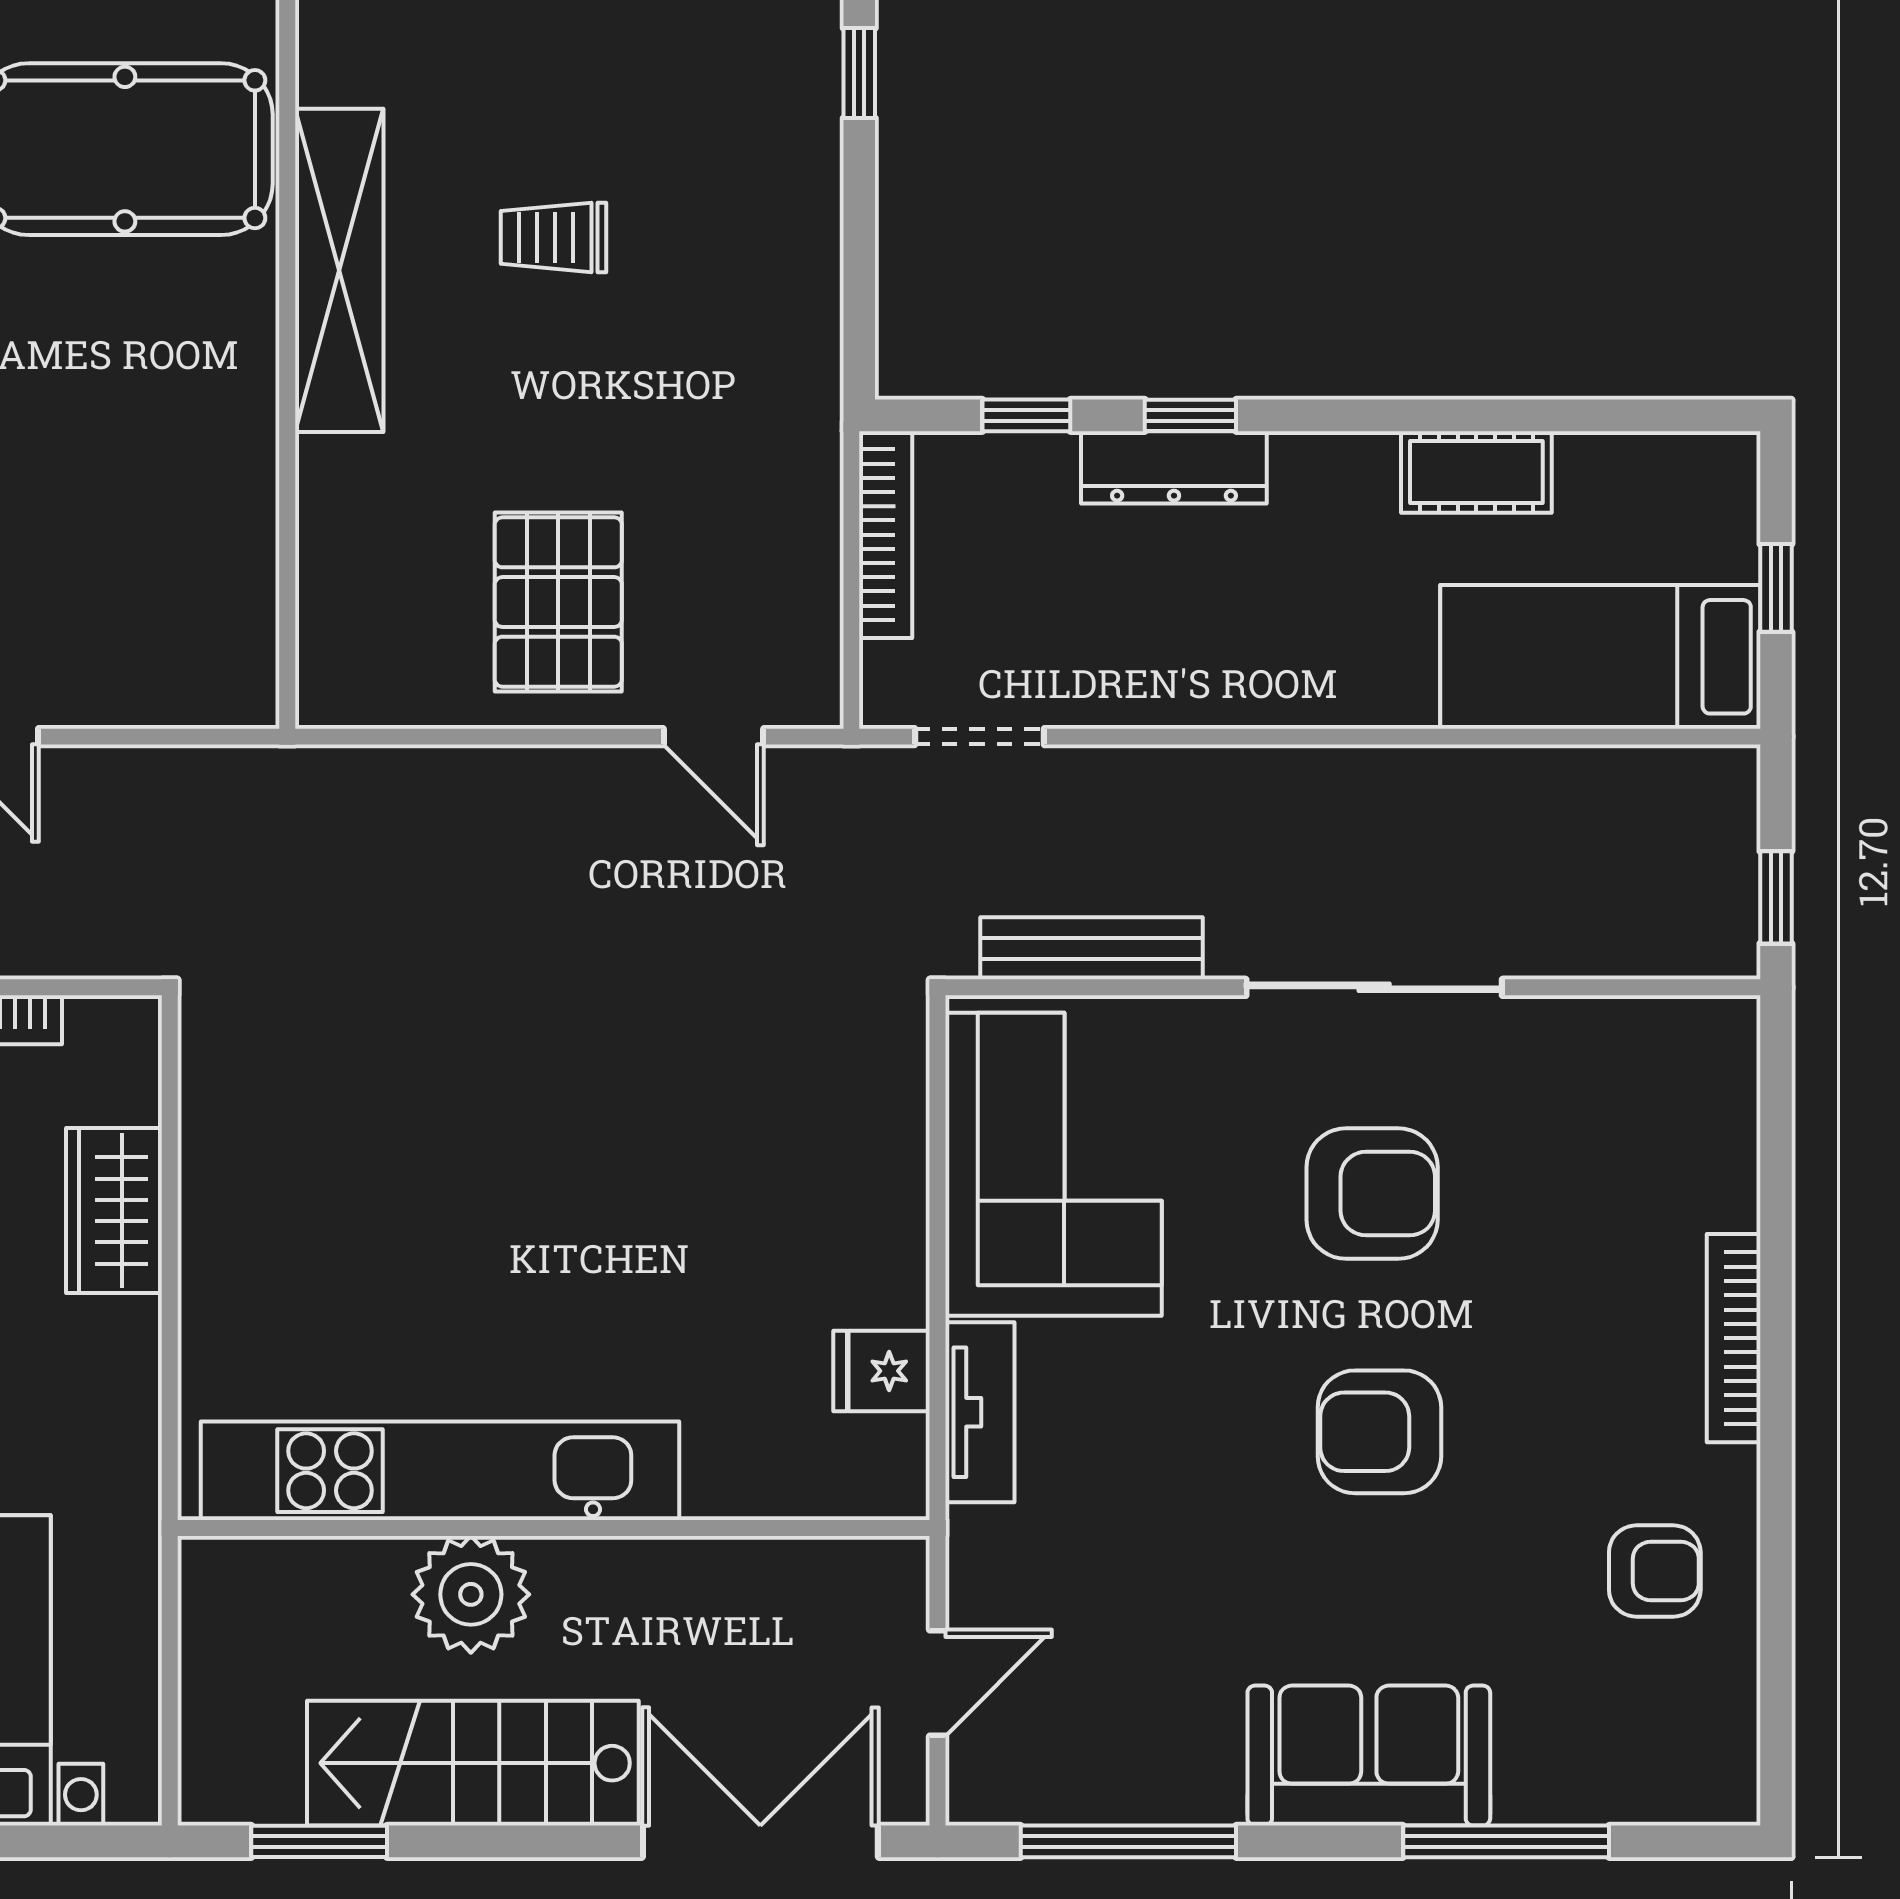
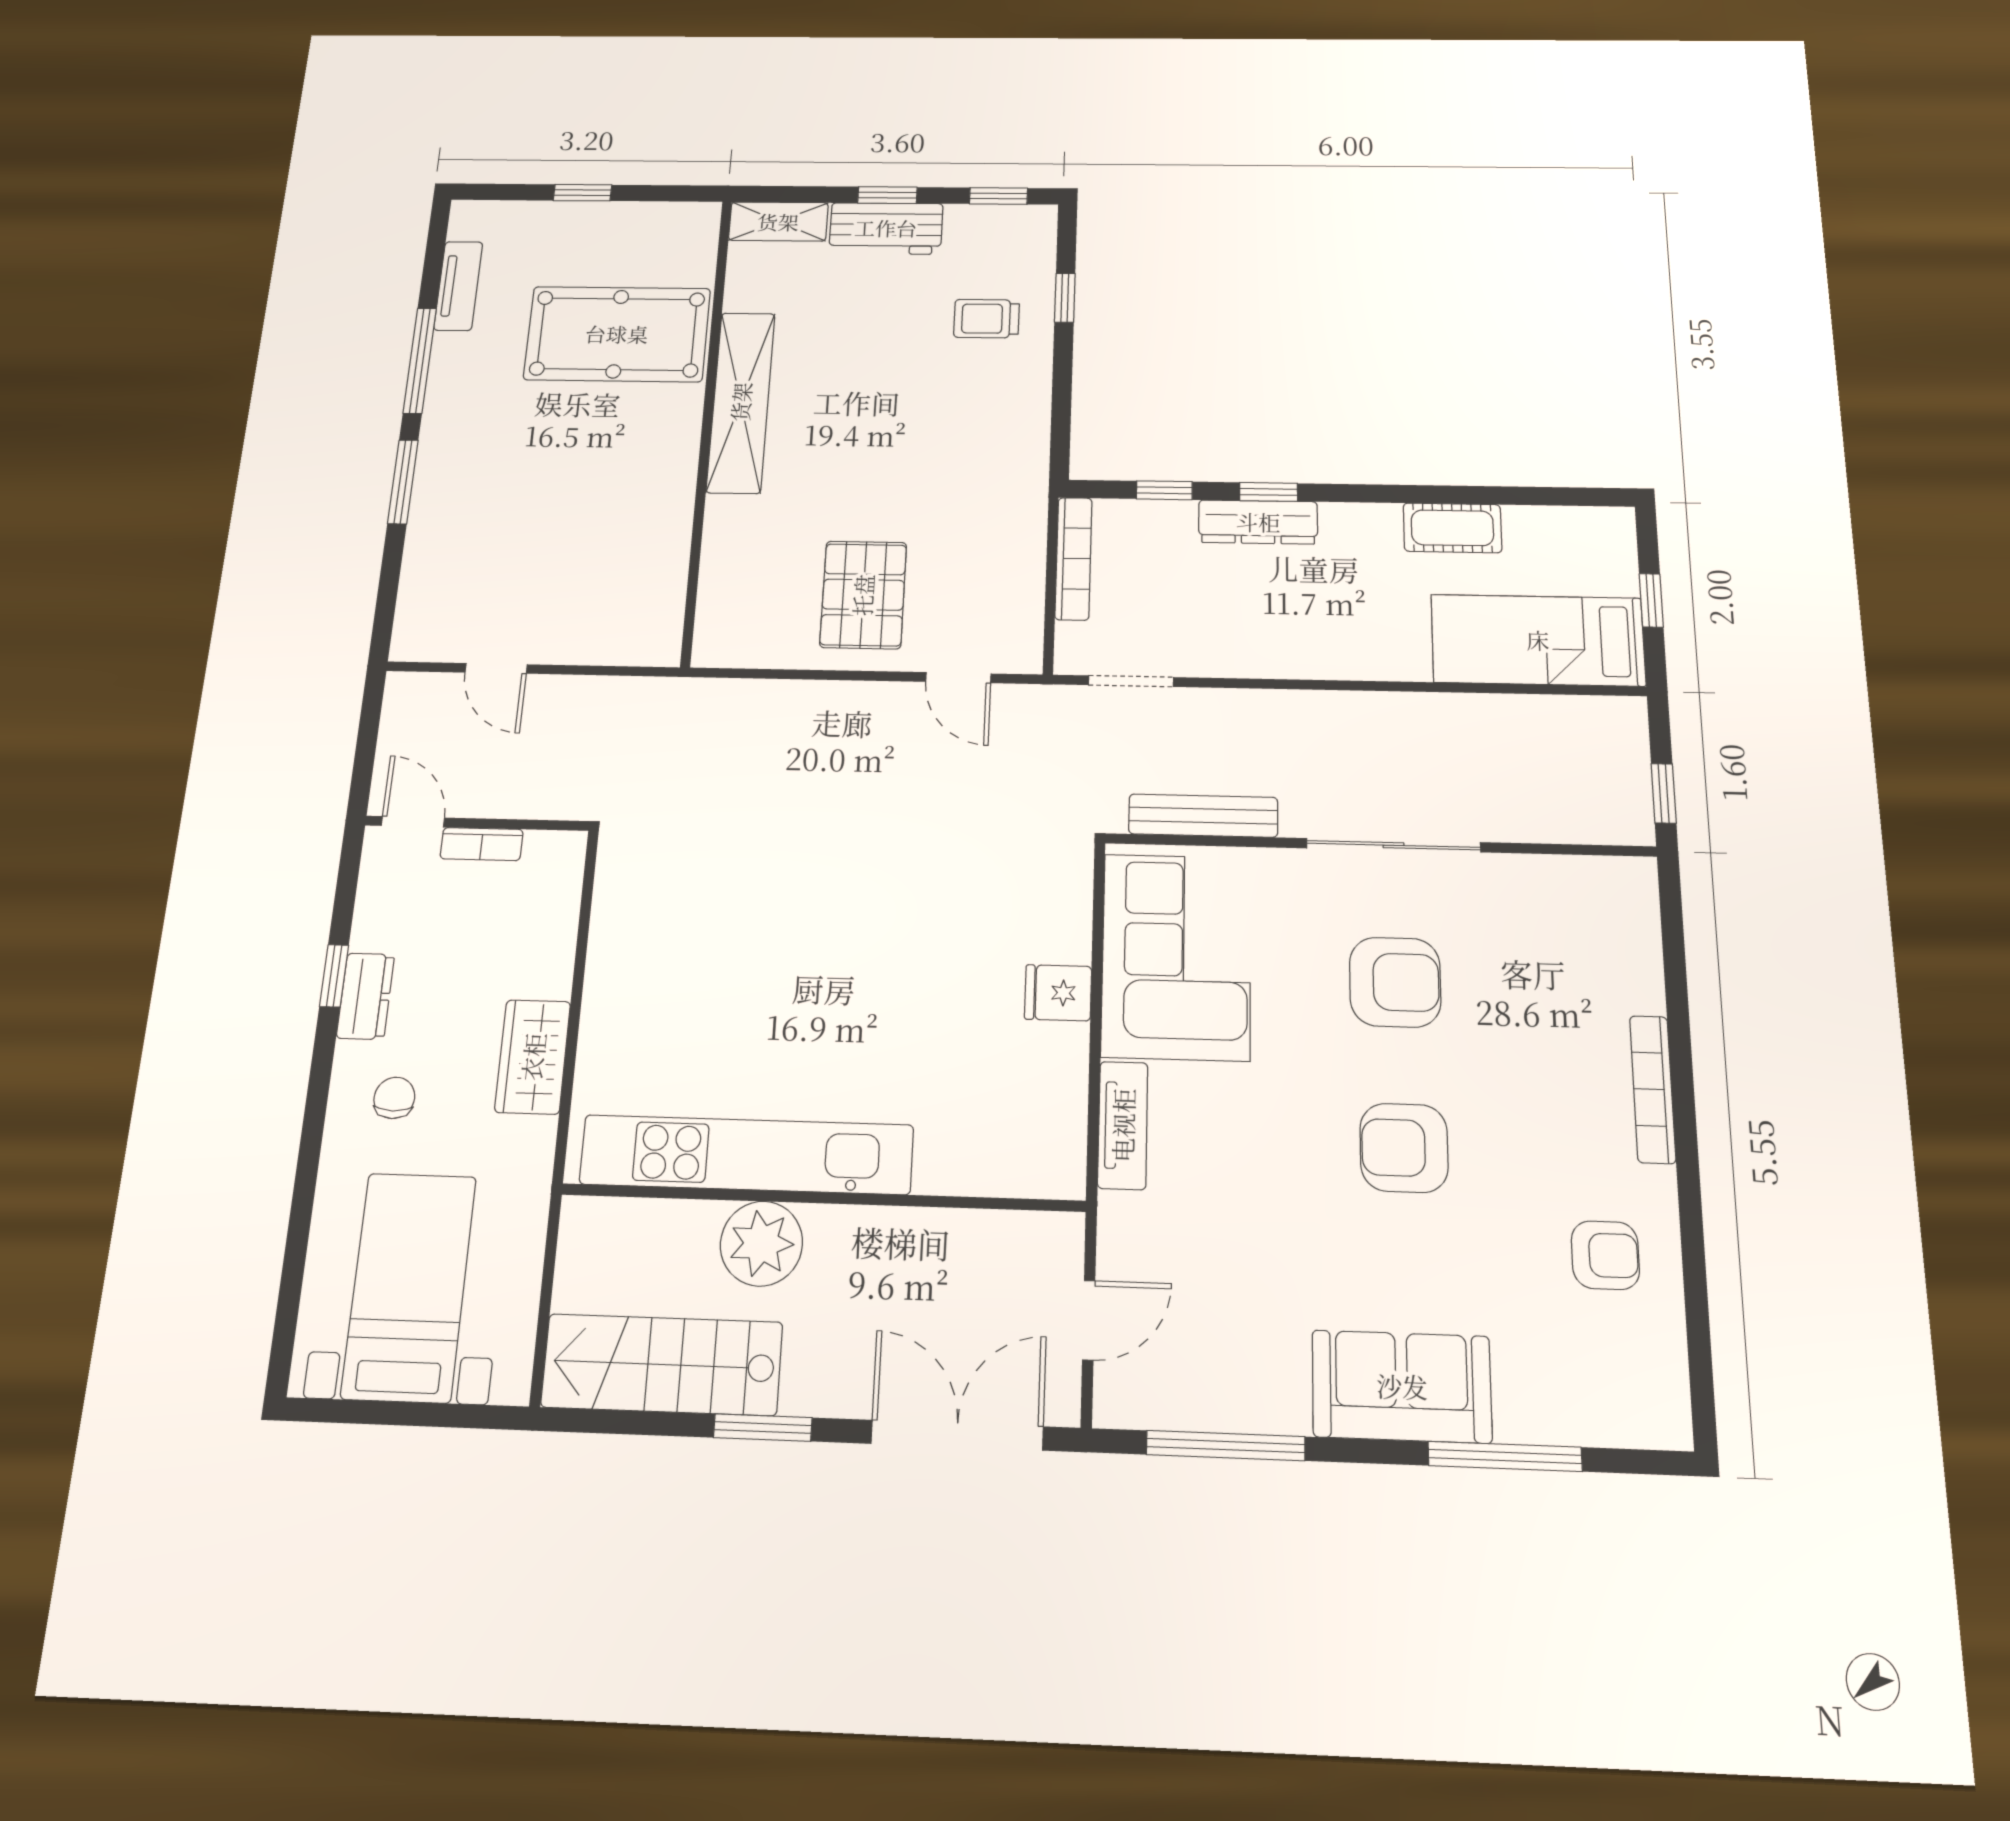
trolley: (553, 237) -> (987, 319), moved
wardrobe: (114, 1211) -> (533, 1057), moved
fridge: (882, 1371) -> (1058, 993), moved
stairs: (473, 1763) -> (662, 1365), moved
window: (319, 1841) -> (763, 1428), moved

